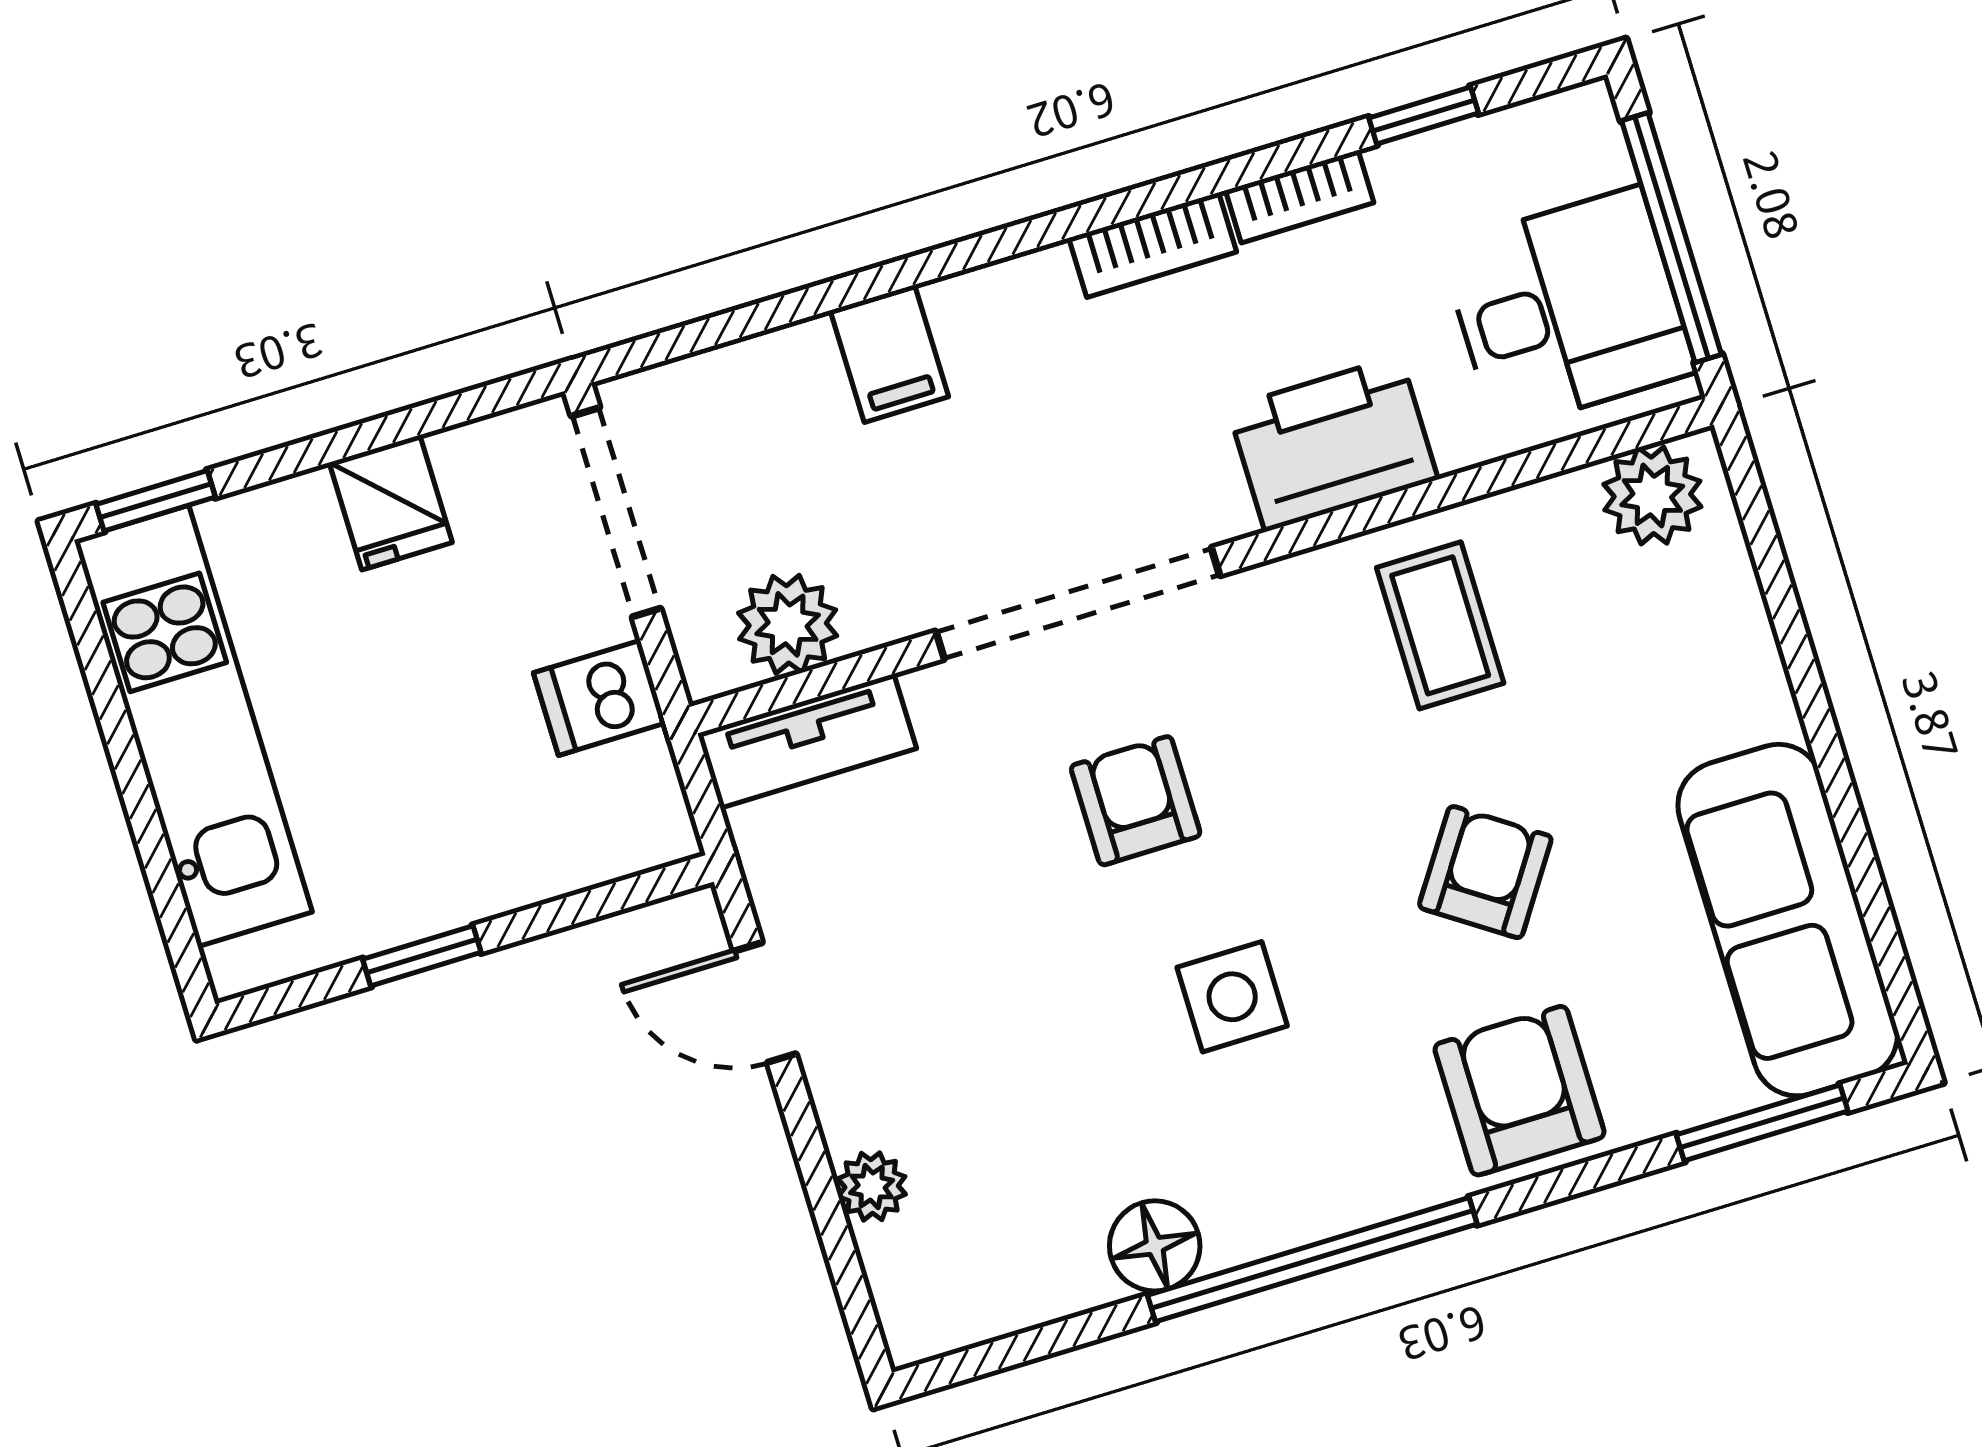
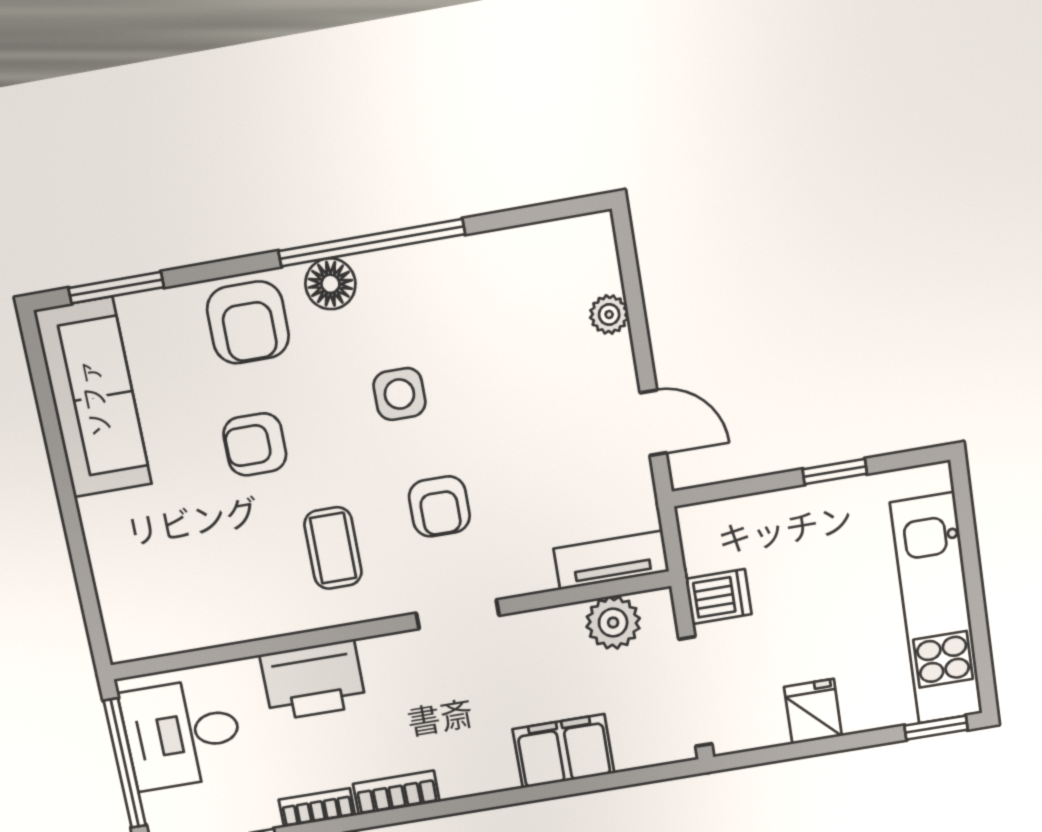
filing cabinet: (889, 354) -> (564, 751), width x2.00
plant: (1652, 495) -> (147, 633), removed
doorway: (1078, 603) -> (458, 614), width x0.53
coffee table: (1440, 625) -> (333, 548), moved
armchair: (1485, 872) -> (255, 444), turned 56
floor lamp: (1155, 1246) -> (330, 284), moved

